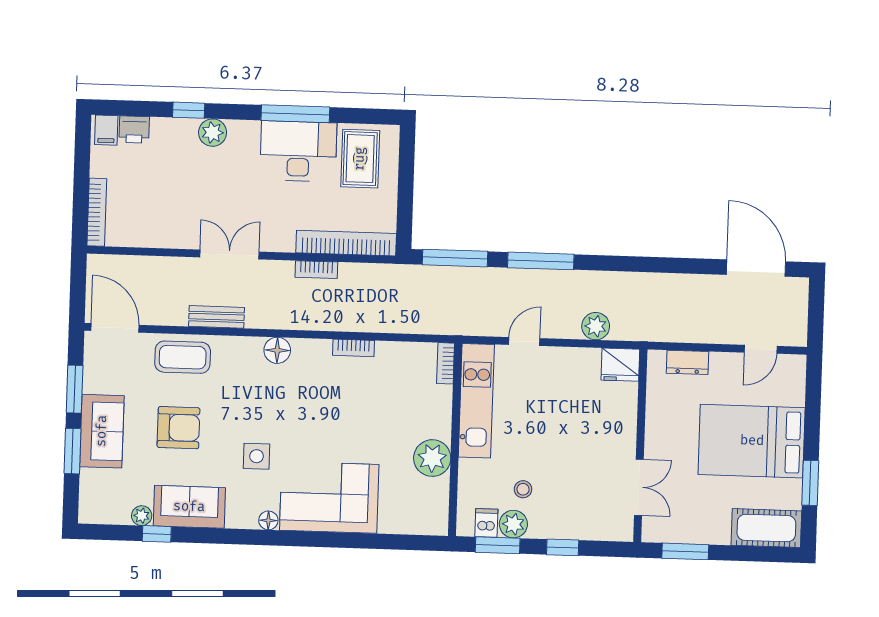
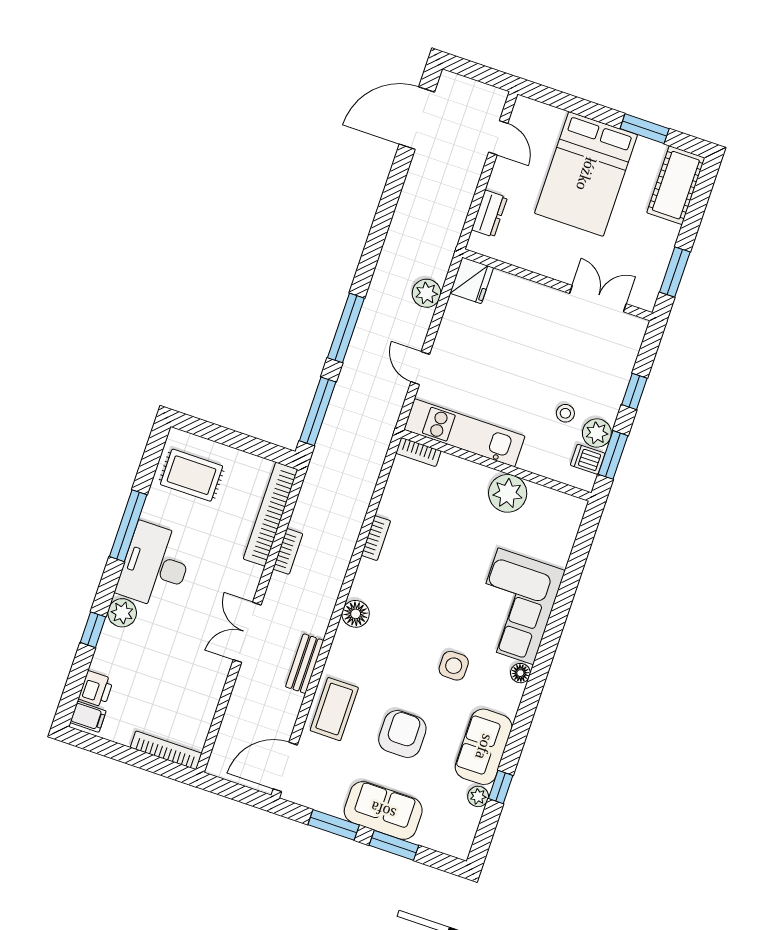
desk: (298, 151) -> (155, 566), moved

